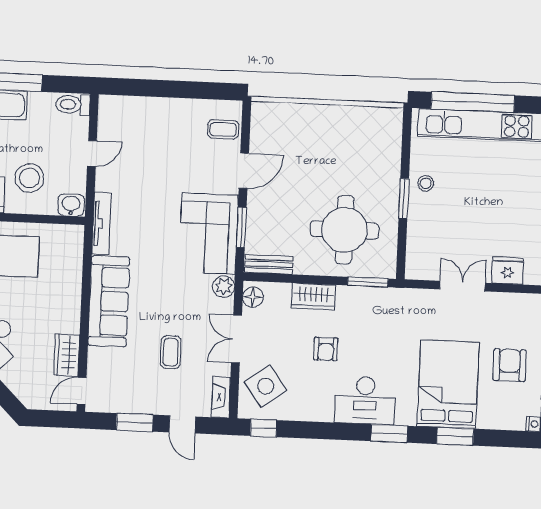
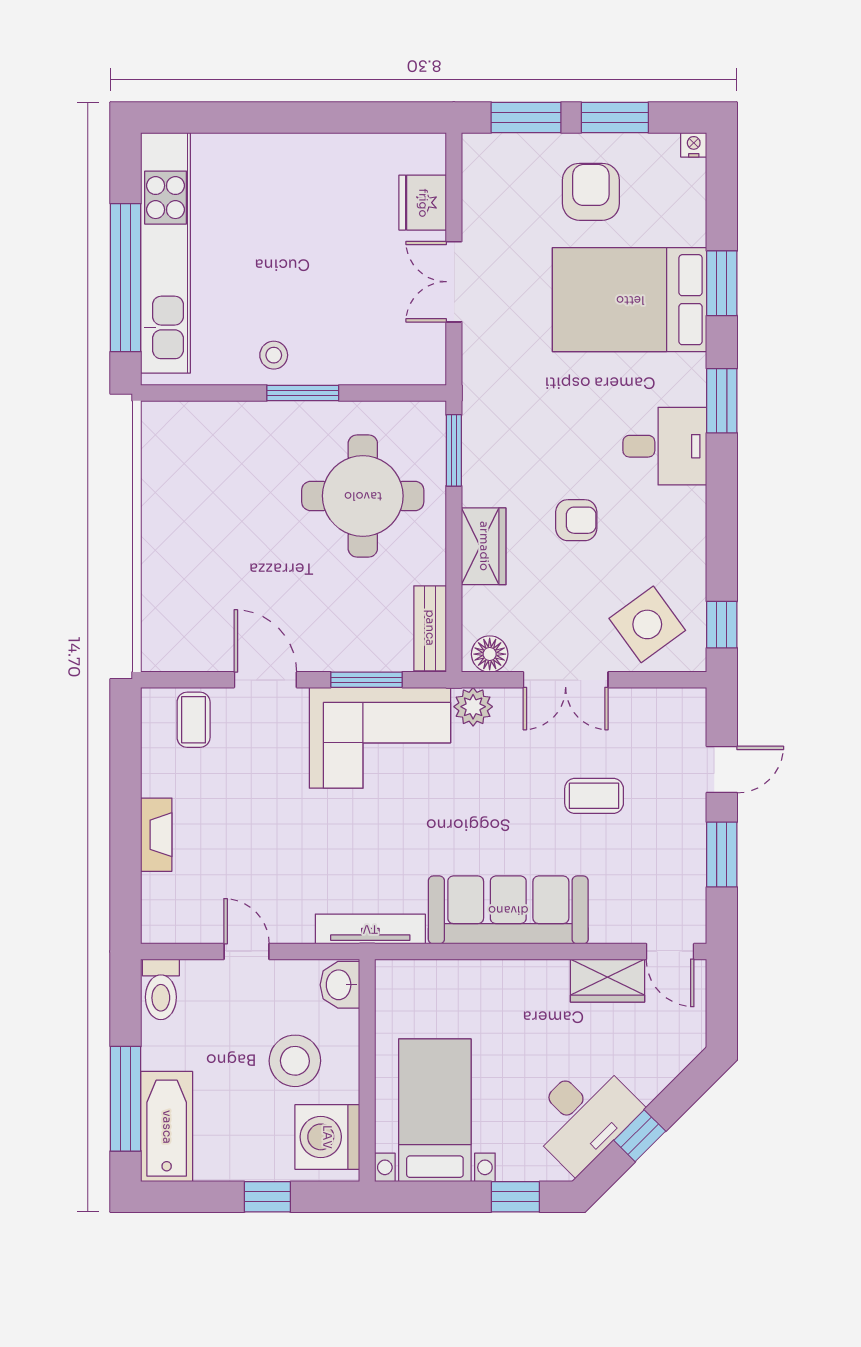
armchair: (510, 365) -> (591, 192), turned 90
fireplace: (221, 397) -> (156, 835), moved, turned -90
desk: (365, 400) -> (665, 446), width x0.73

